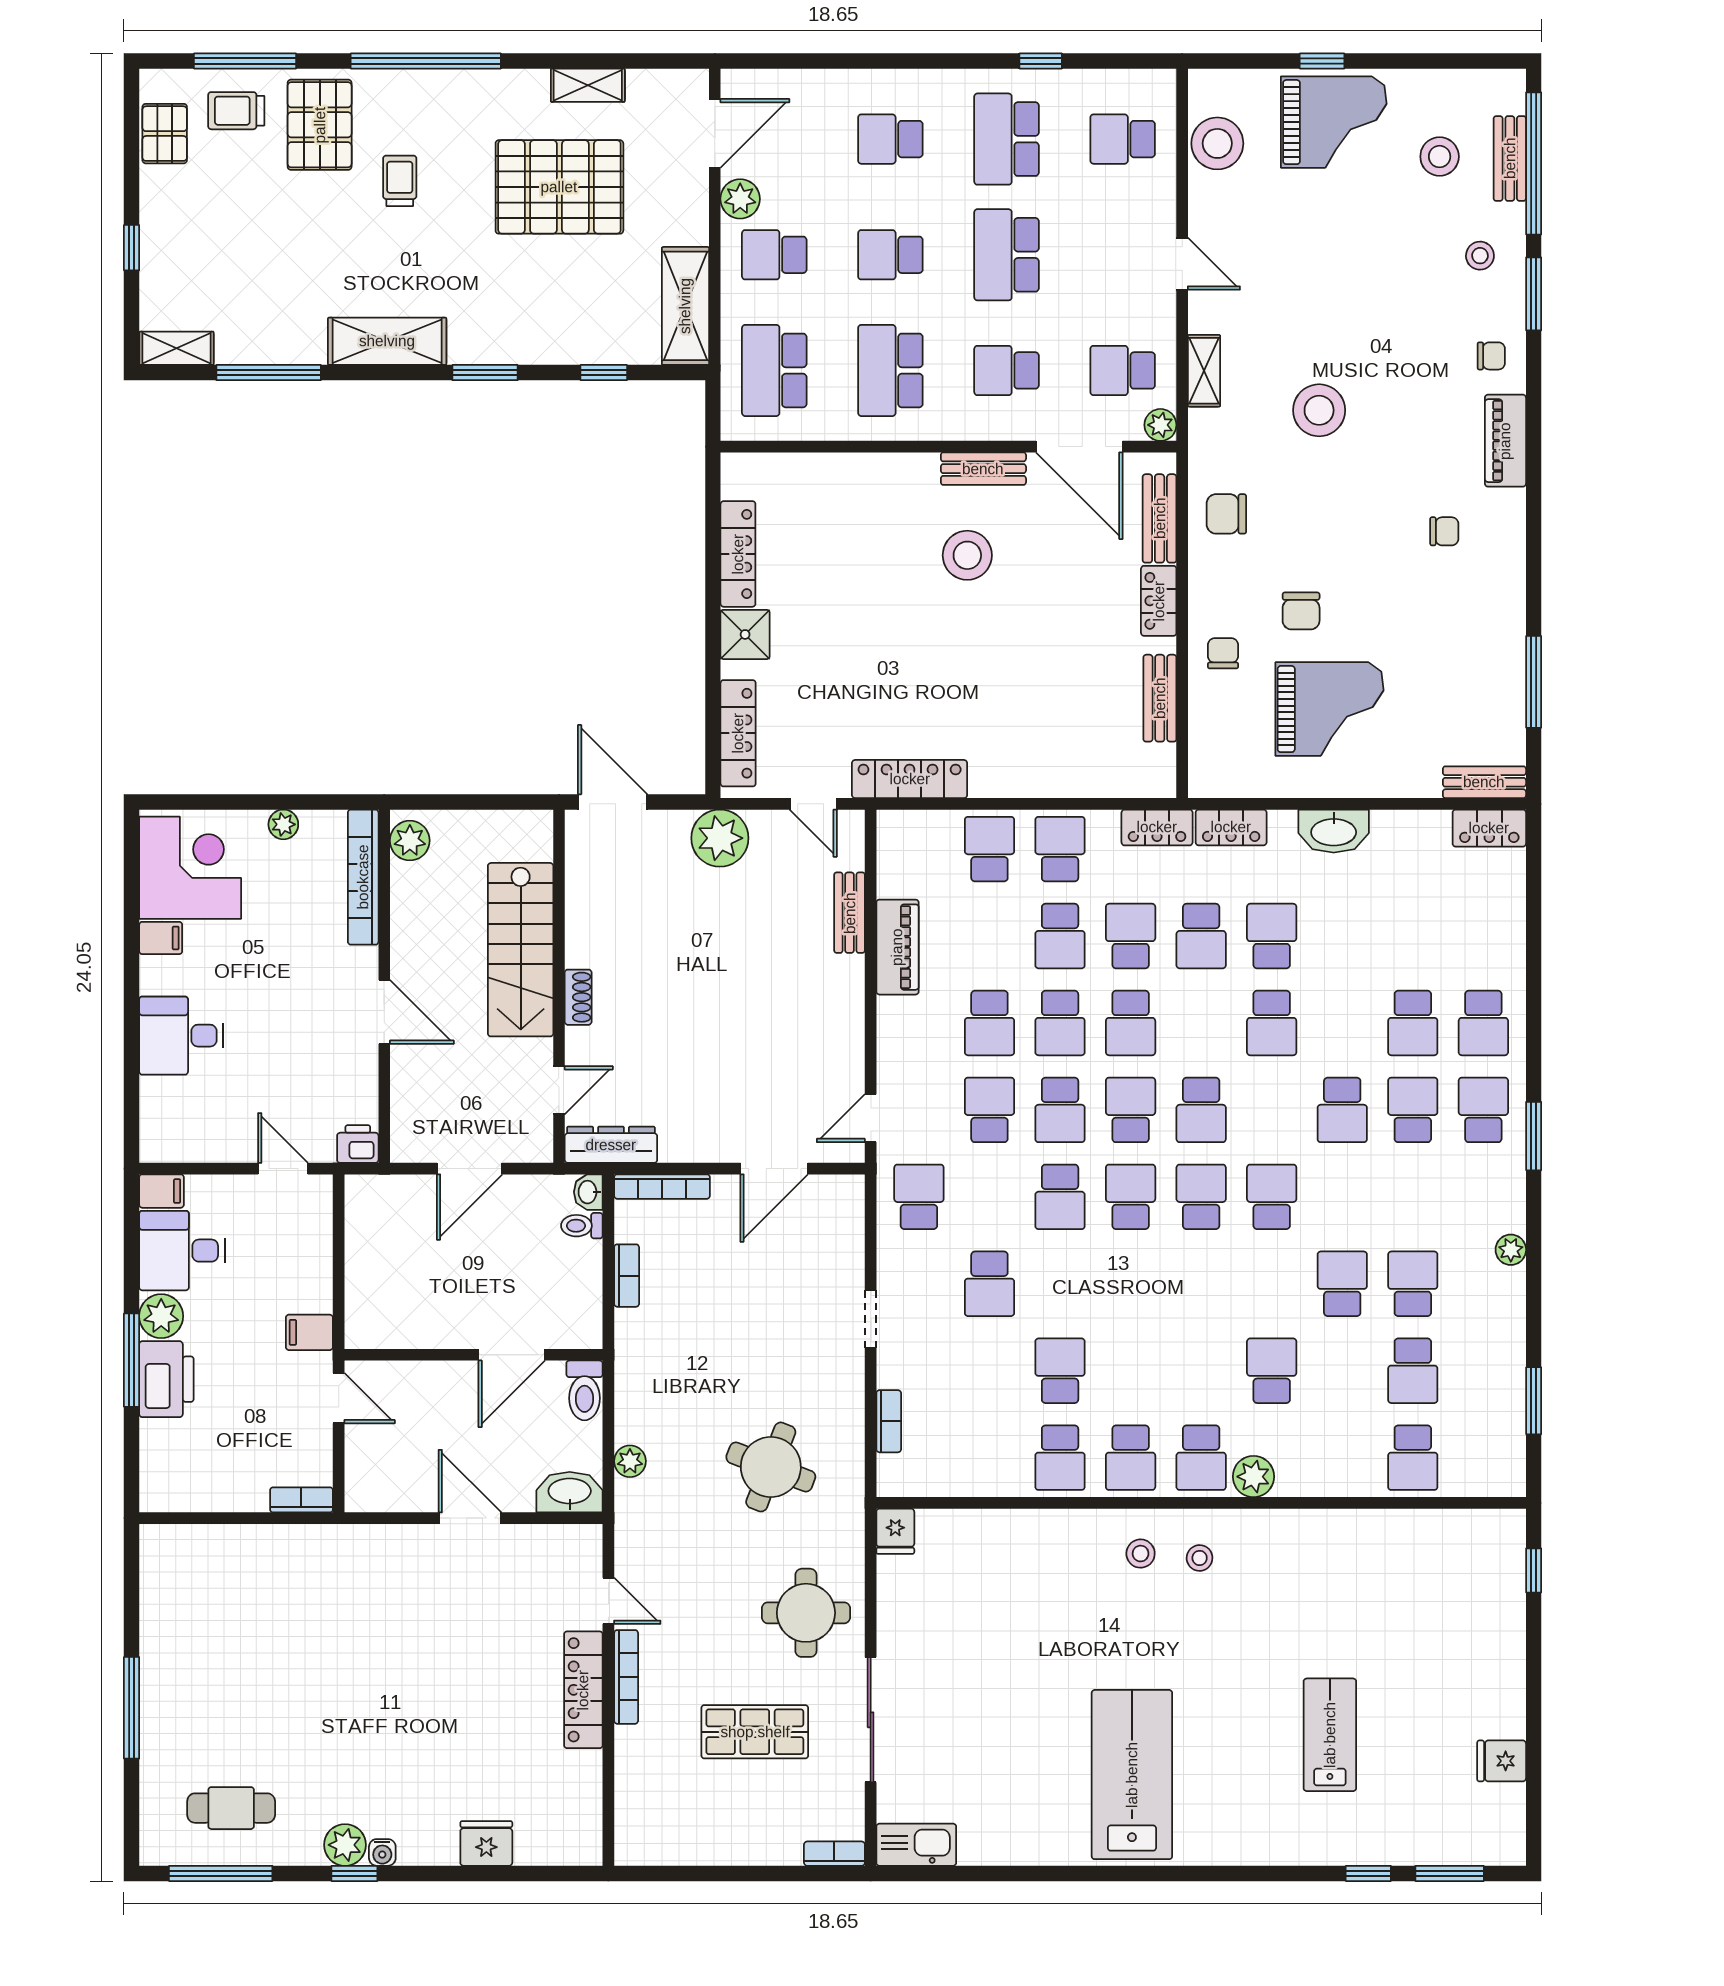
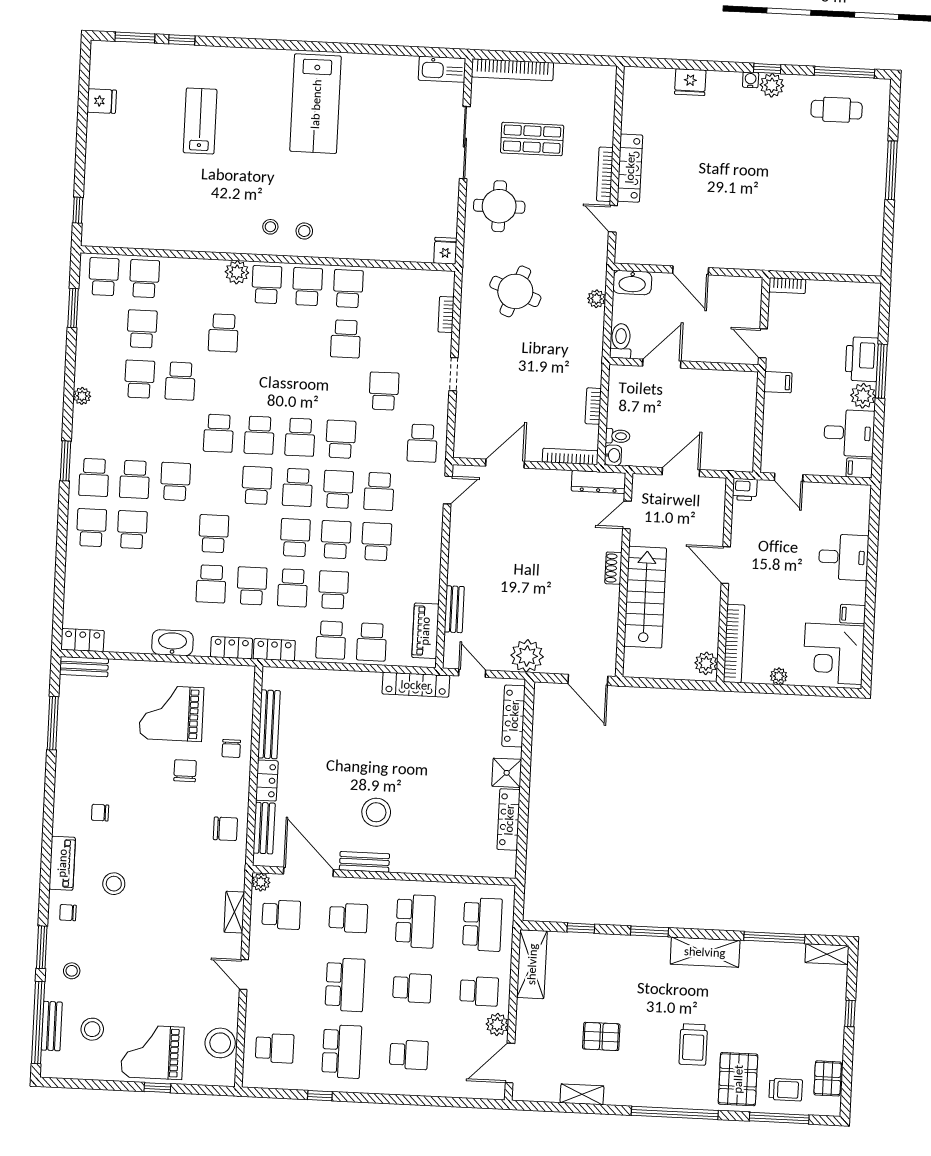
trolley: (400, 181) -> (693, 1044), width x1.36, depth x1.39
pallet: (559, 187) -> (601, 1036), width x0.49, depth x0.50
stool: (1319, 410) -> (114, 884), moved, width x0.73, depth x0.73
bench: (1160, 698) -> (269, 724), width x1.36
piano: (897, 947) -> (425, 631), moved
school desk: (1413, 1284) -> (139, 379), turned 180
school desk: (1483, 1458) -> (104, 277), added
lab bench: (1330, 1735) -> (200, 121), turned 180
bookcase: (834, 1854) -> (512, 70), width x2.31, depth x1.31

